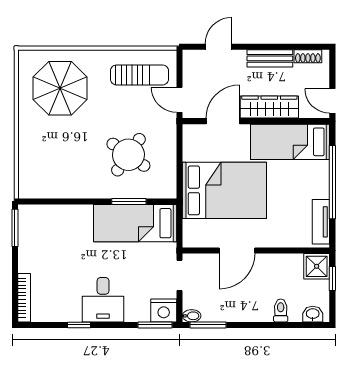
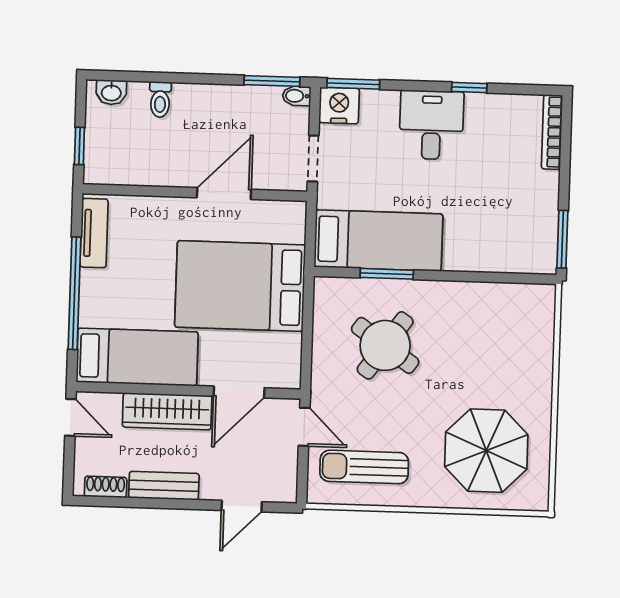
shower: (317, 266) -> (103, 165), removed

